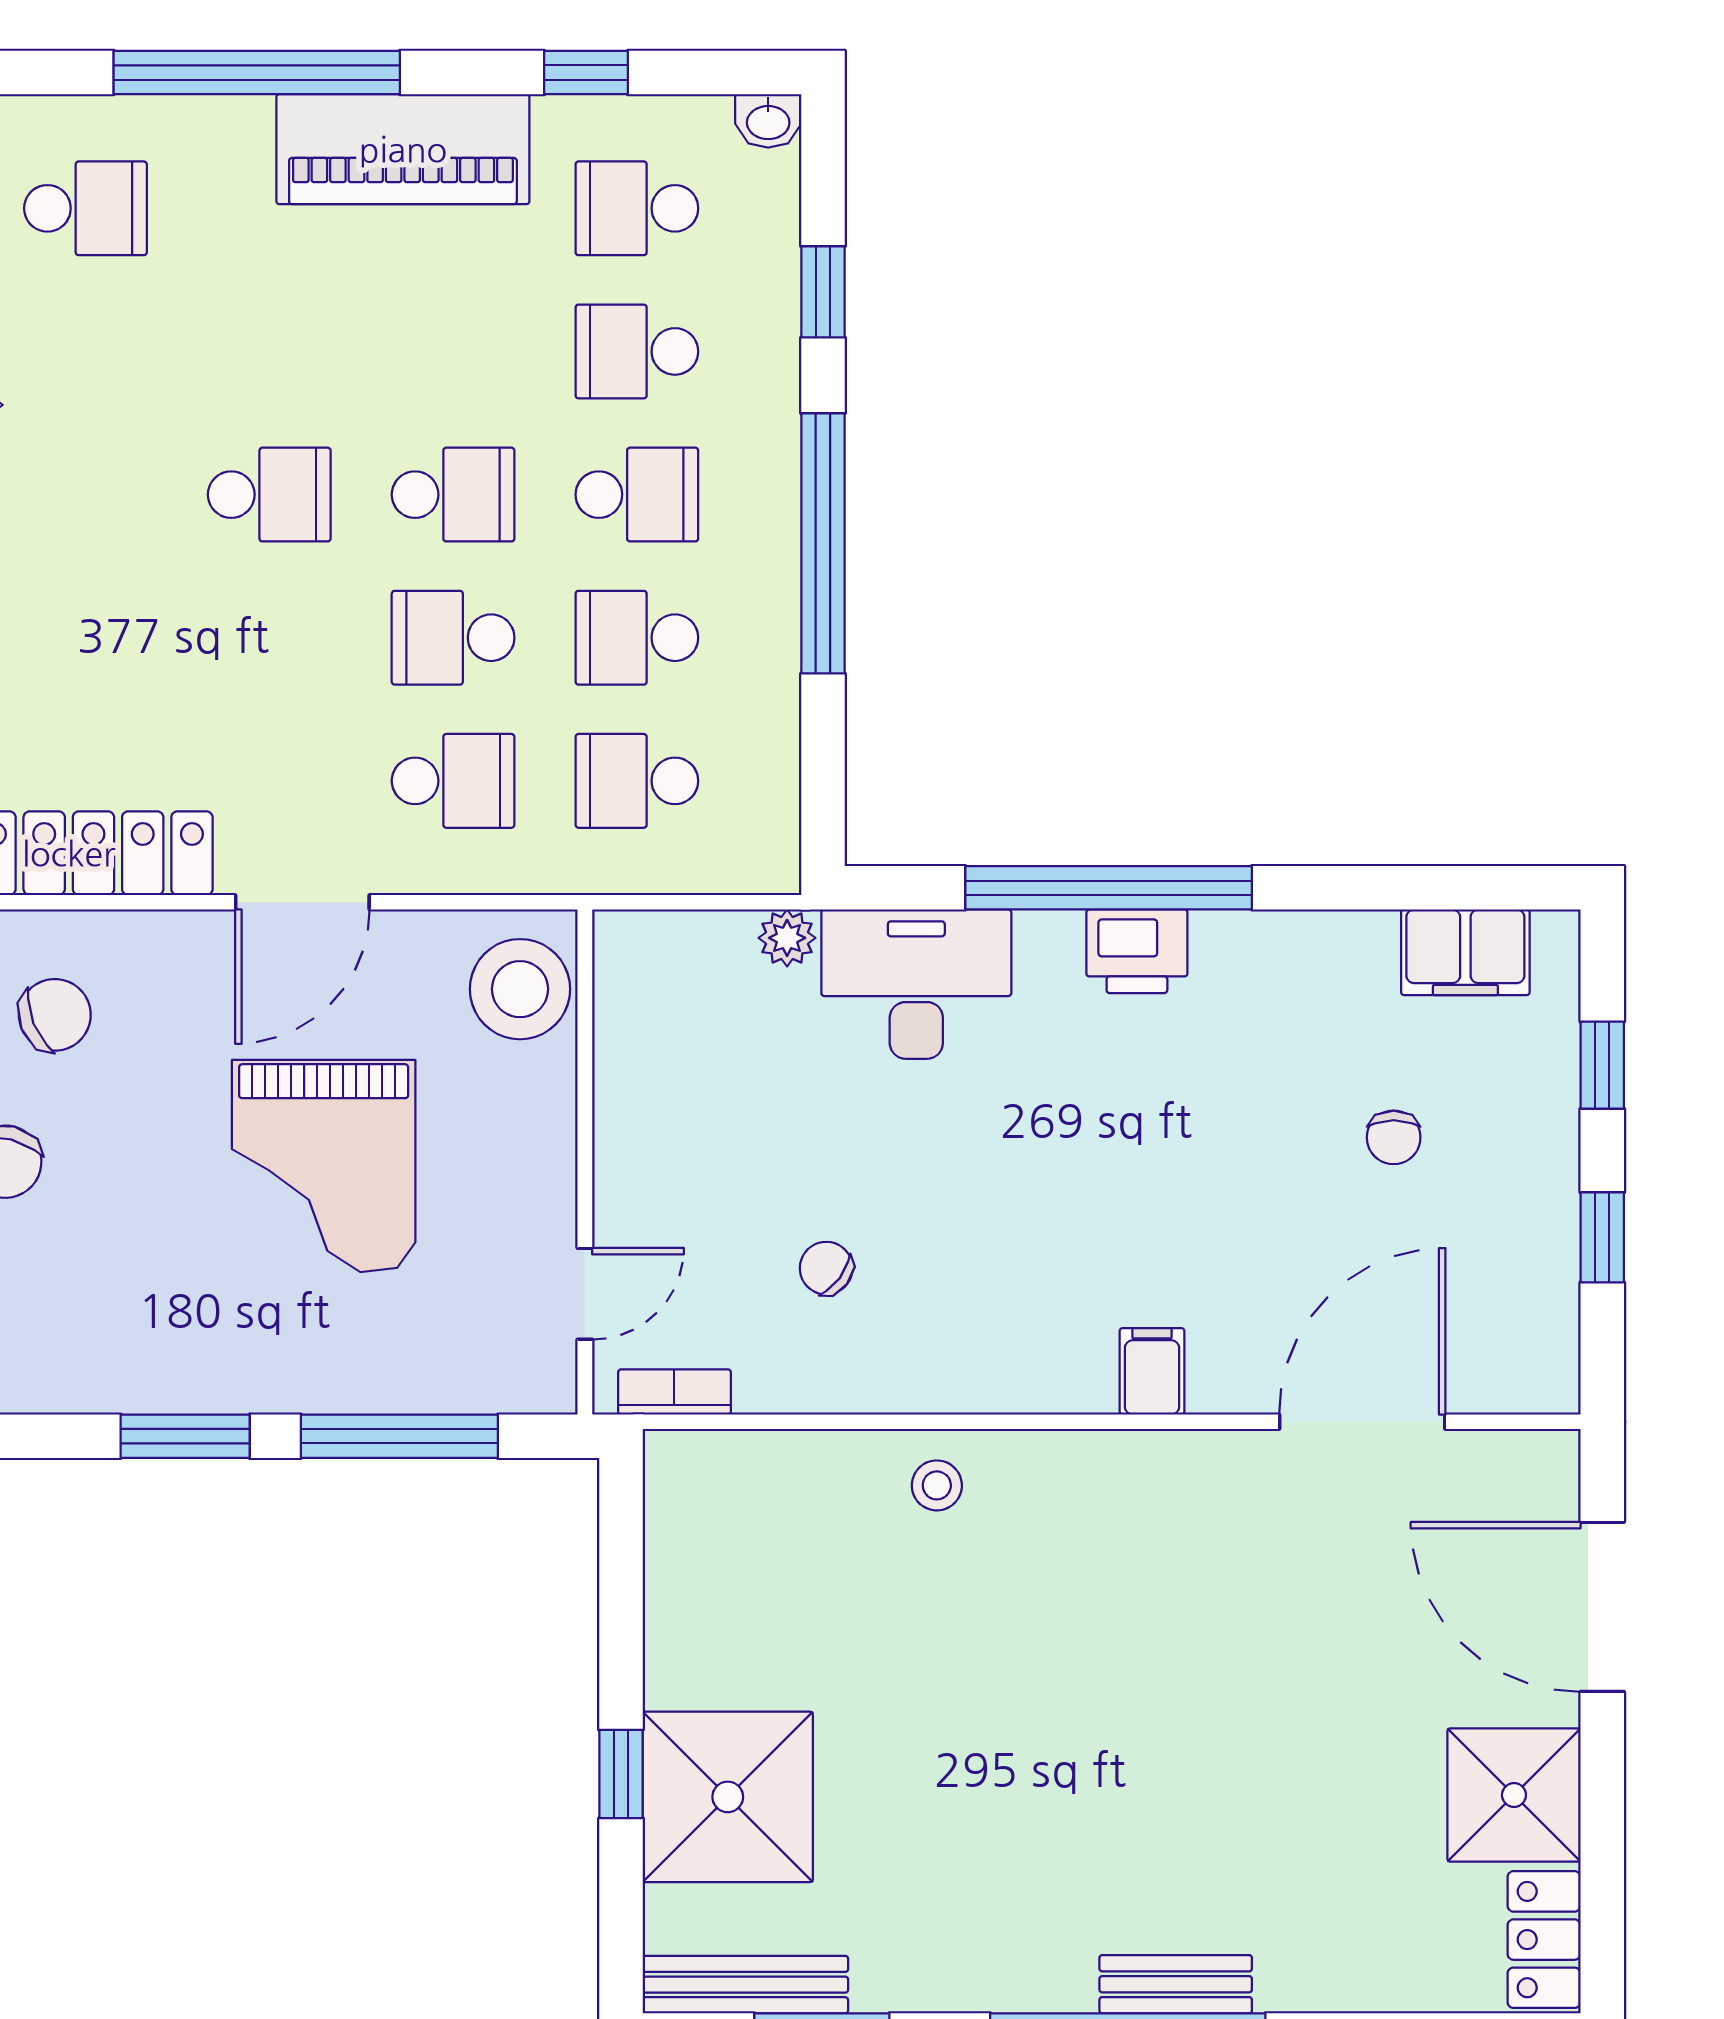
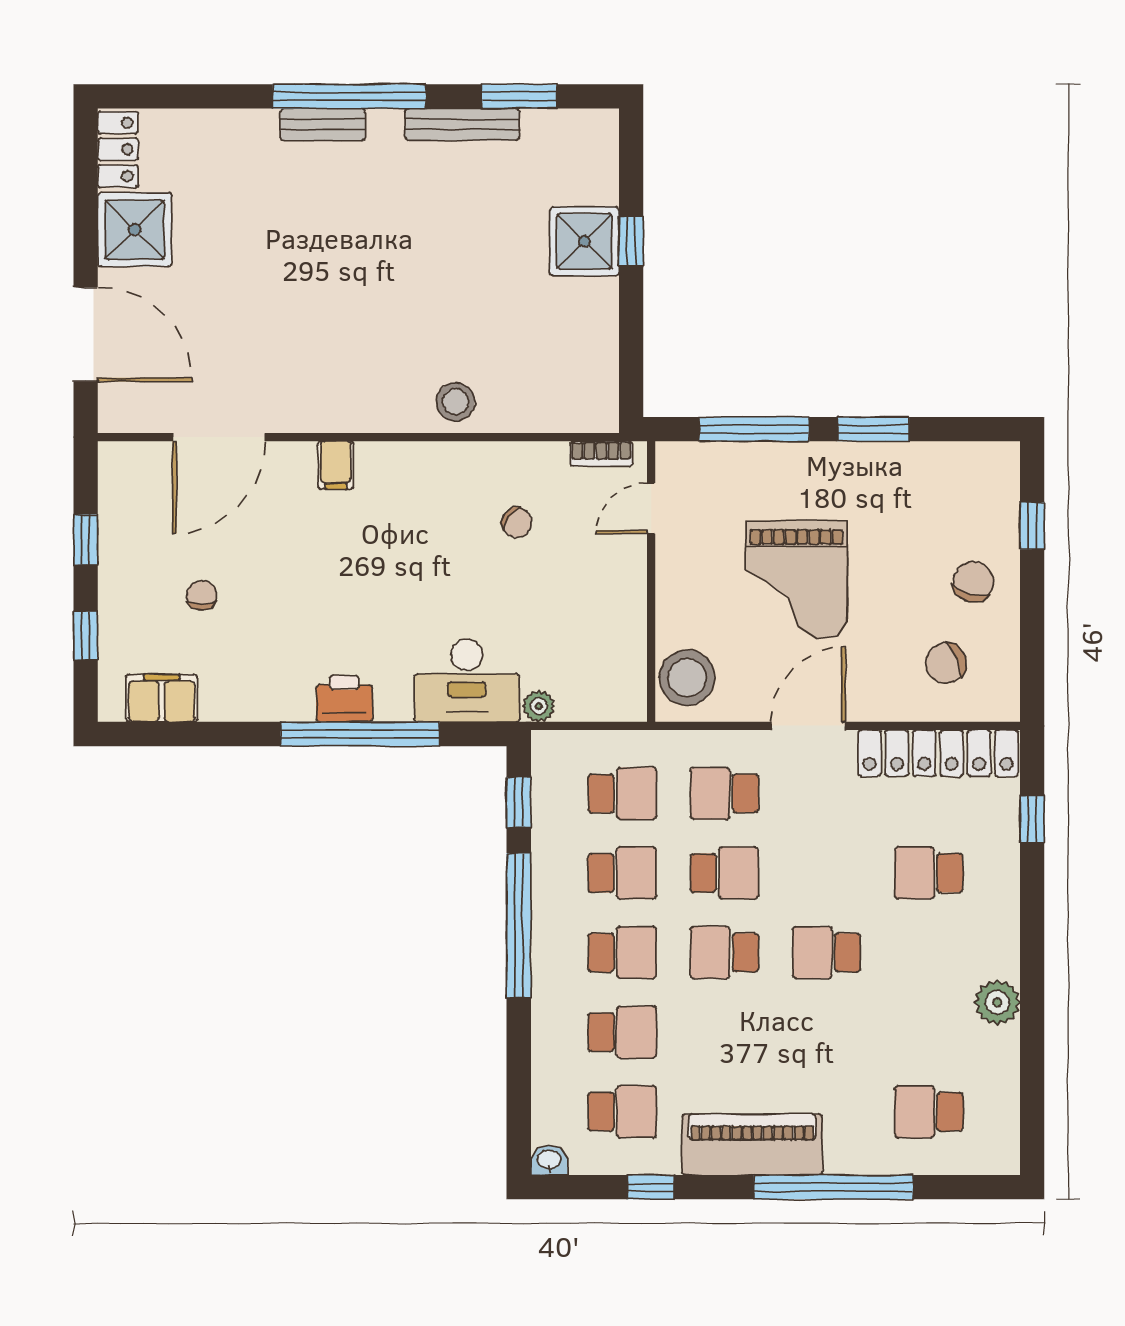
window: (823, 292) -> (519, 802), moved
school desk: (637, 495) -> (622, 953), turned 180
school desk: (85, 638) -> (929, 873), added
grand piano: (324, 1166) -> (796, 579), turned 180
stool: (937, 1485) -> (455, 402), width x1.37, depth x1.37
shower: (728, 1797) -> (584, 241), width x0.73, depth x0.73
bench: (745, 1985) -> (462, 124), moved

